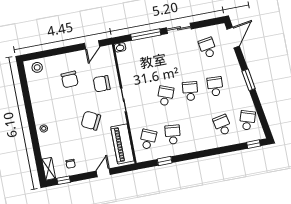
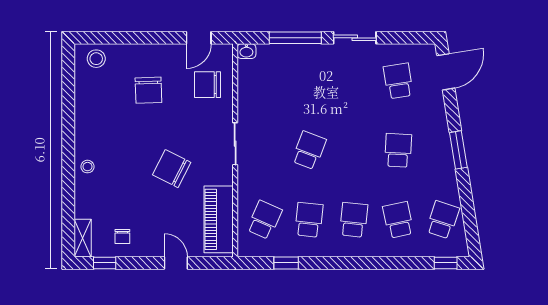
chair: (102, 84) -> (208, 85), moved
school desk: (190, 91) -> (354, 220), moved
door: (103, 173) -> (176, 263), hinge flipped

